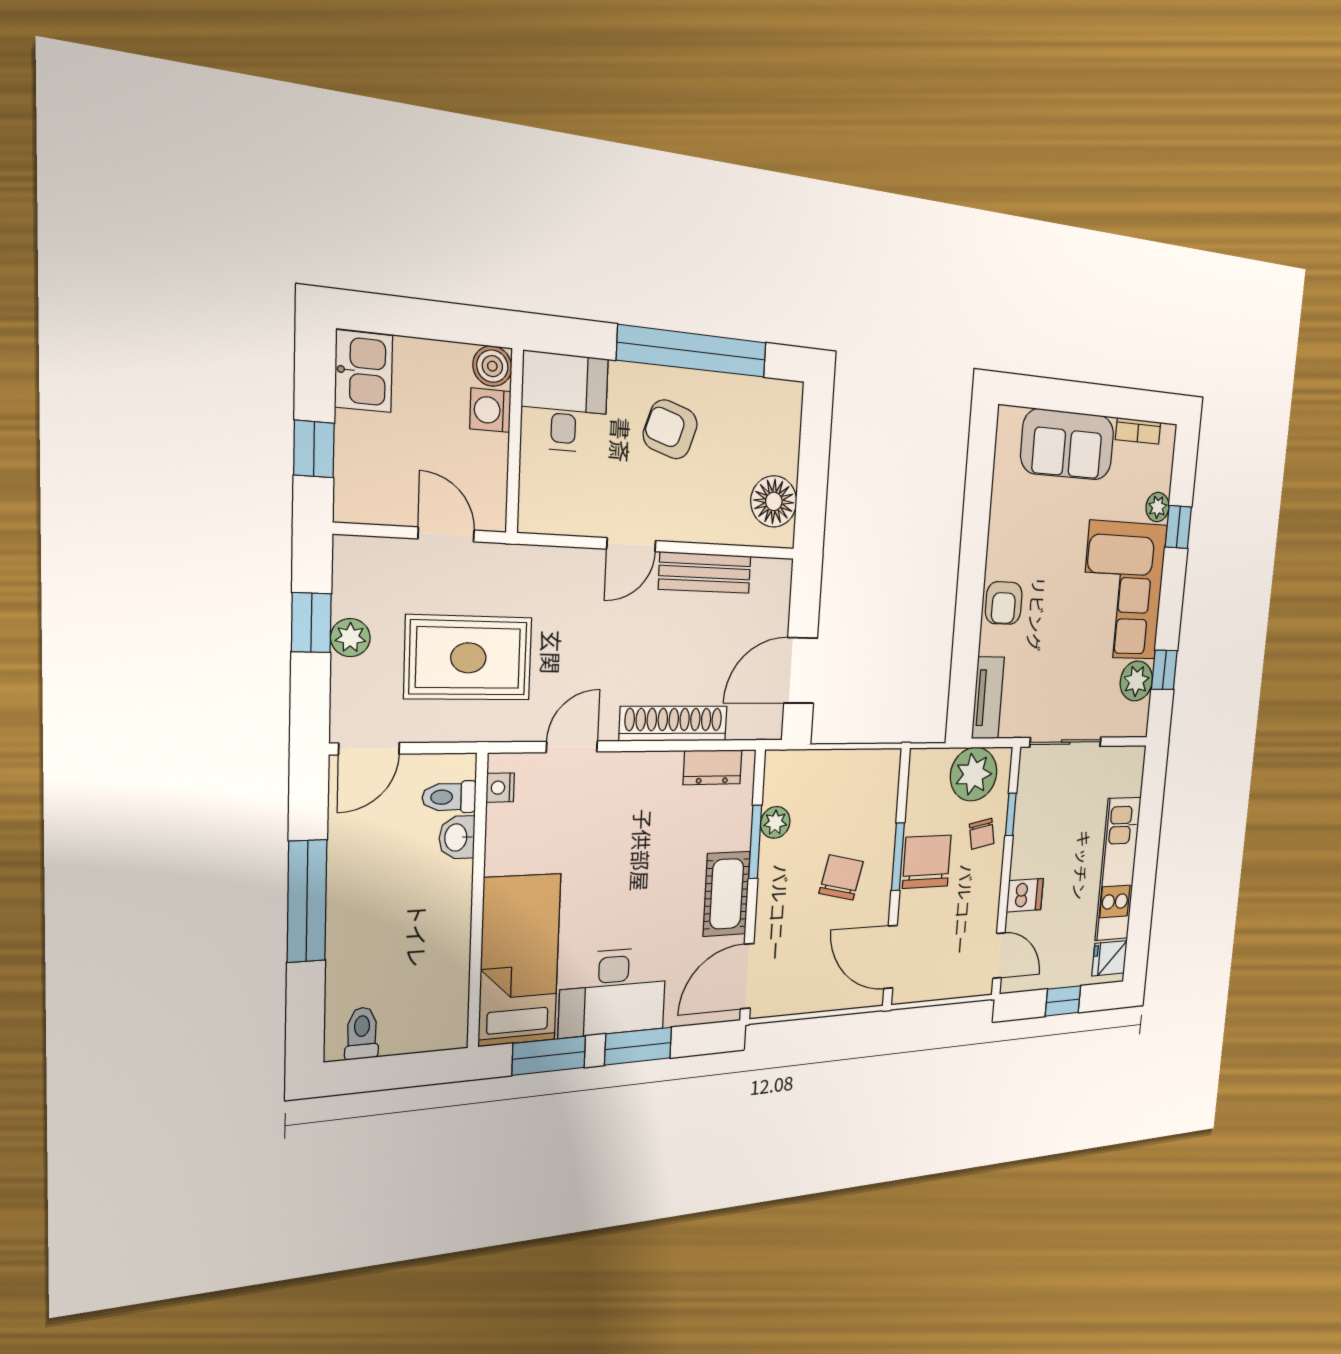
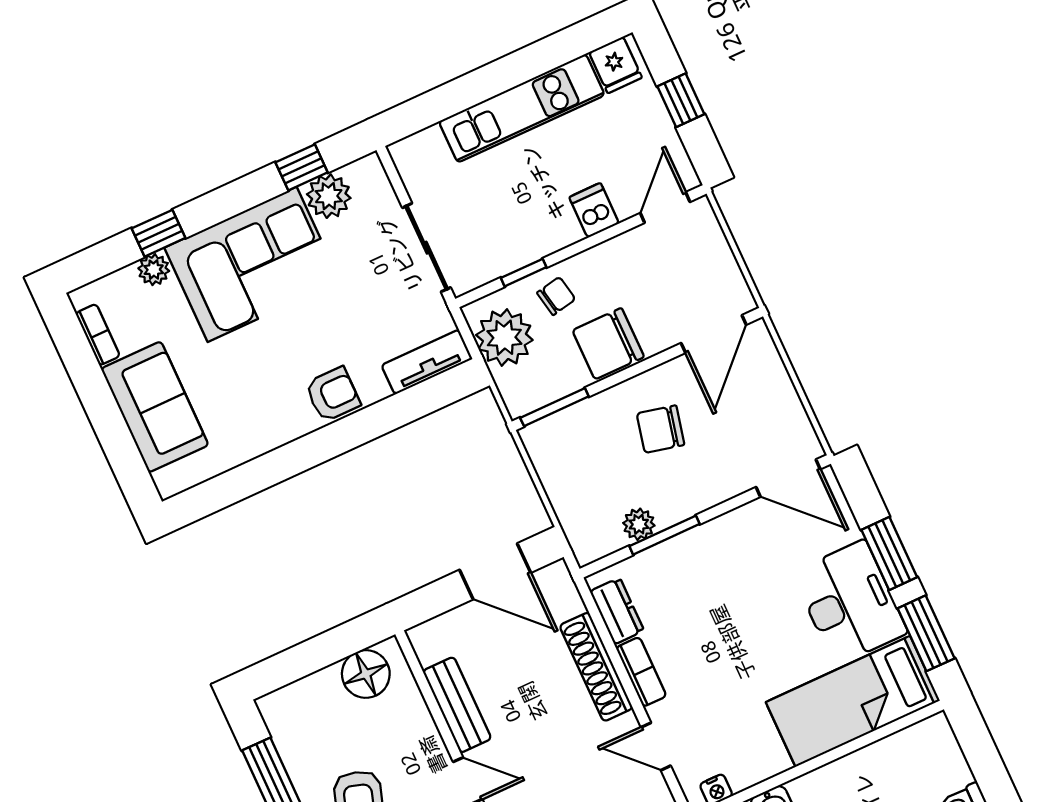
bookcase: (648, 765) -> (641, 672), added
window: (898, 857) -> (554, 407), moved
cot: (727, 894) -> (722, 538), removed

